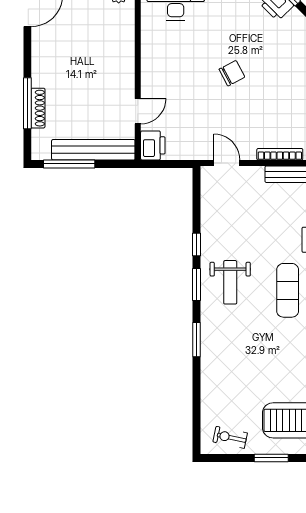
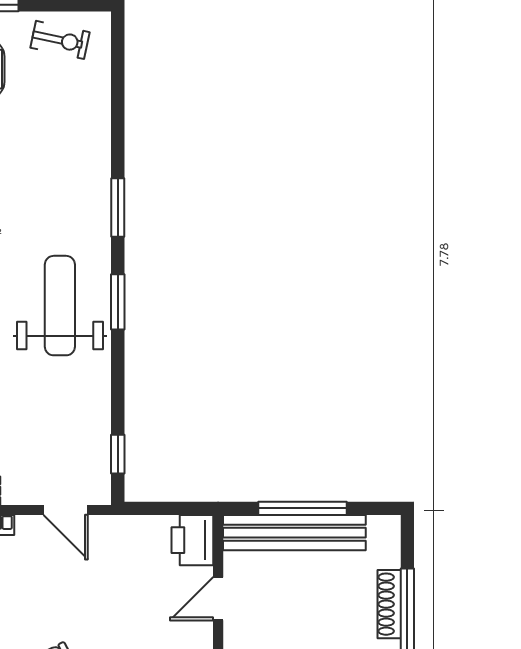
window: (69, 164) -> (303, 508), moved
window: (196, 245) -> (118, 454), moved
weight bench: (230, 282) -> (60, 306), width x1.36, depth x1.33

